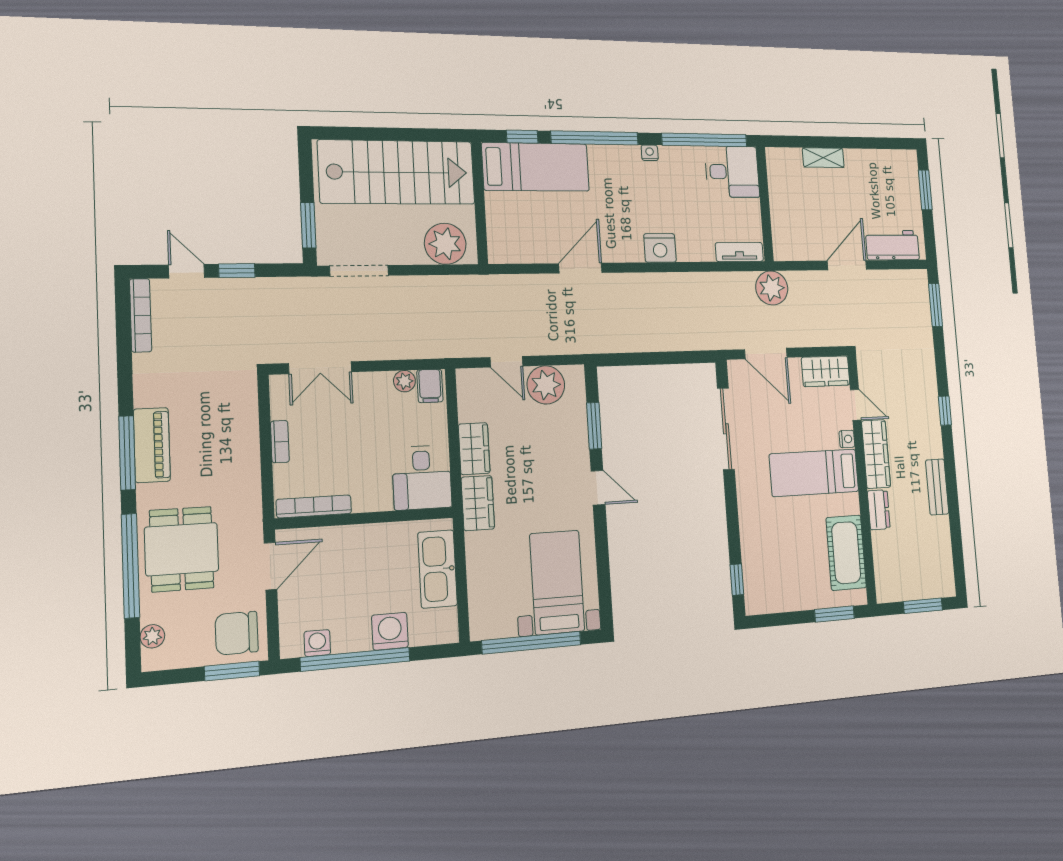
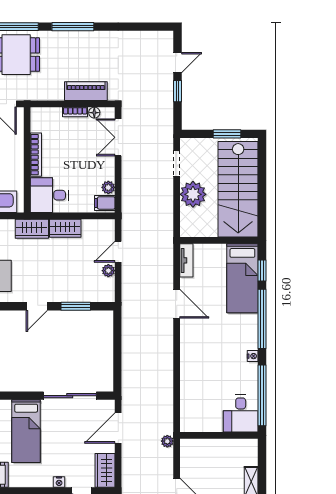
window: (308, 225) -> (227, 134), moved
plant: (445, 244) -> (193, 194), moved
nightstand: (660, 248) -> (189, 359), removed
tv unit: (739, 252) -> (186, 260), moved
doorway: (359, 271) -> (177, 163), width x0.73
plant: (772, 288) -> (167, 441), width x0.53, depth x0.53
bookcase: (141, 315) -> (152, 36), removed
plant: (546, 385) -> (108, 271), width x0.53, depth x0.53
floor lamp: (280, 409) -> (94, 113), added
piano: (152, 445) -> (86, 91), moved, turned 180
bed: (814, 473) -> (26, 431), moved, turned 180
bookcase: (314, 506) -> (36, 155), moved

